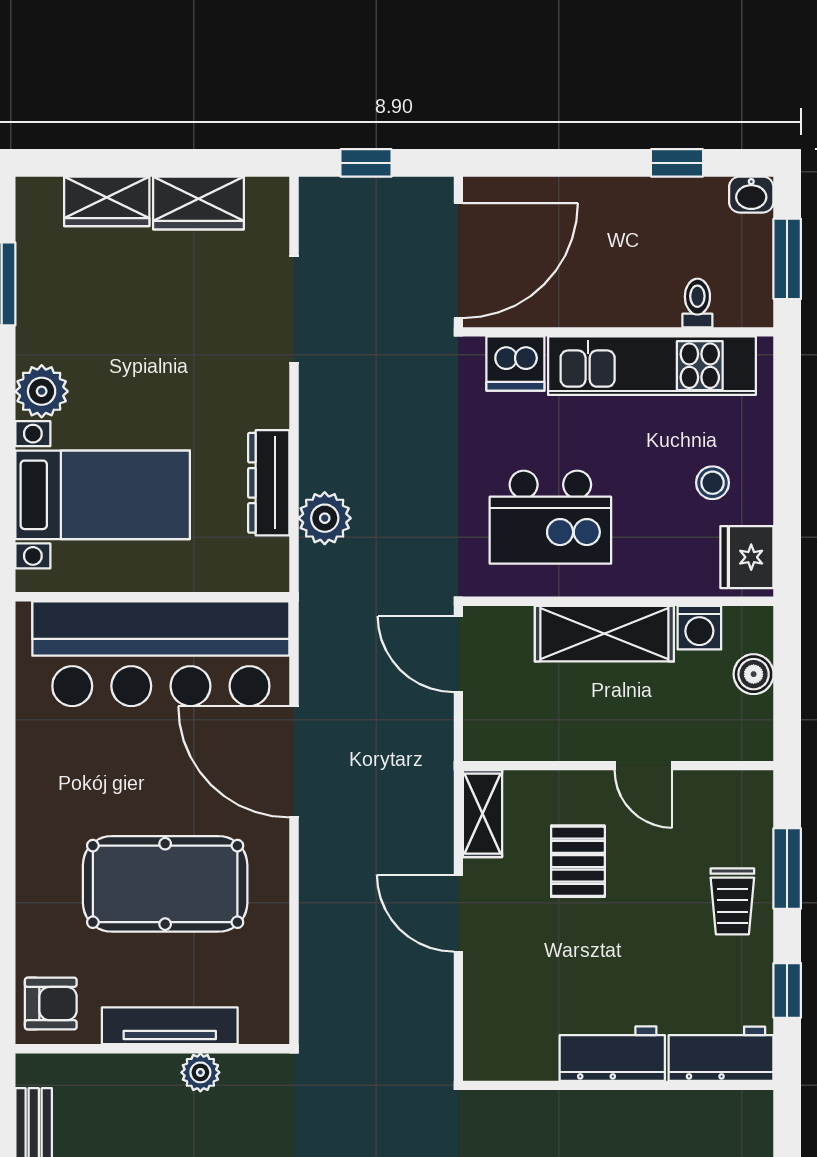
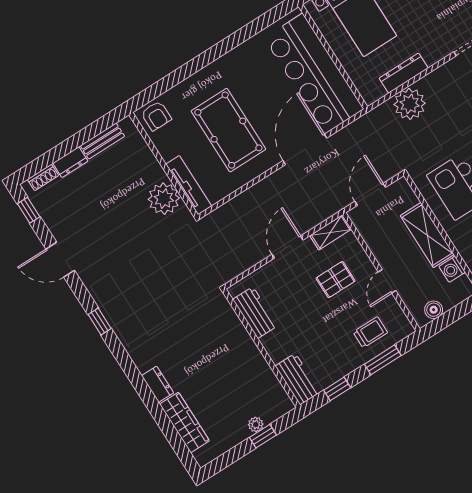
plant: (325, 518) -> (410, 104), width x1.36, depth x1.36
door: (458, 654) -> (370, 194), moved
boiler: (754, 674) -> (434, 310), moved
trolley: (732, 901) -> (370, 332), moved, turned 180
tv unit: (170, 1026) -> (189, 185), moved
workbench: (612, 1054) -> (255, 313), moved
plant: (200, 1072) -> (164, 199), width x1.88, depth x1.88

